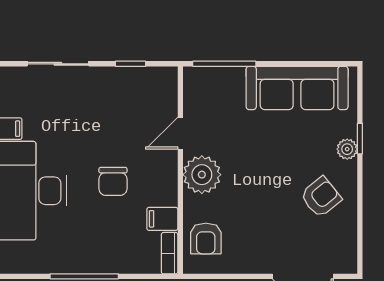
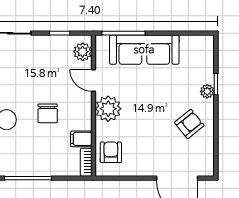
sofa: (297, 88) -> (144, 50), moved
plant: (164, 91) -> (83, 52), added
door: (180, 133) -> (93, 80), hinge flipped
armchair: (206, 238) -> (111, 152), turned 180

